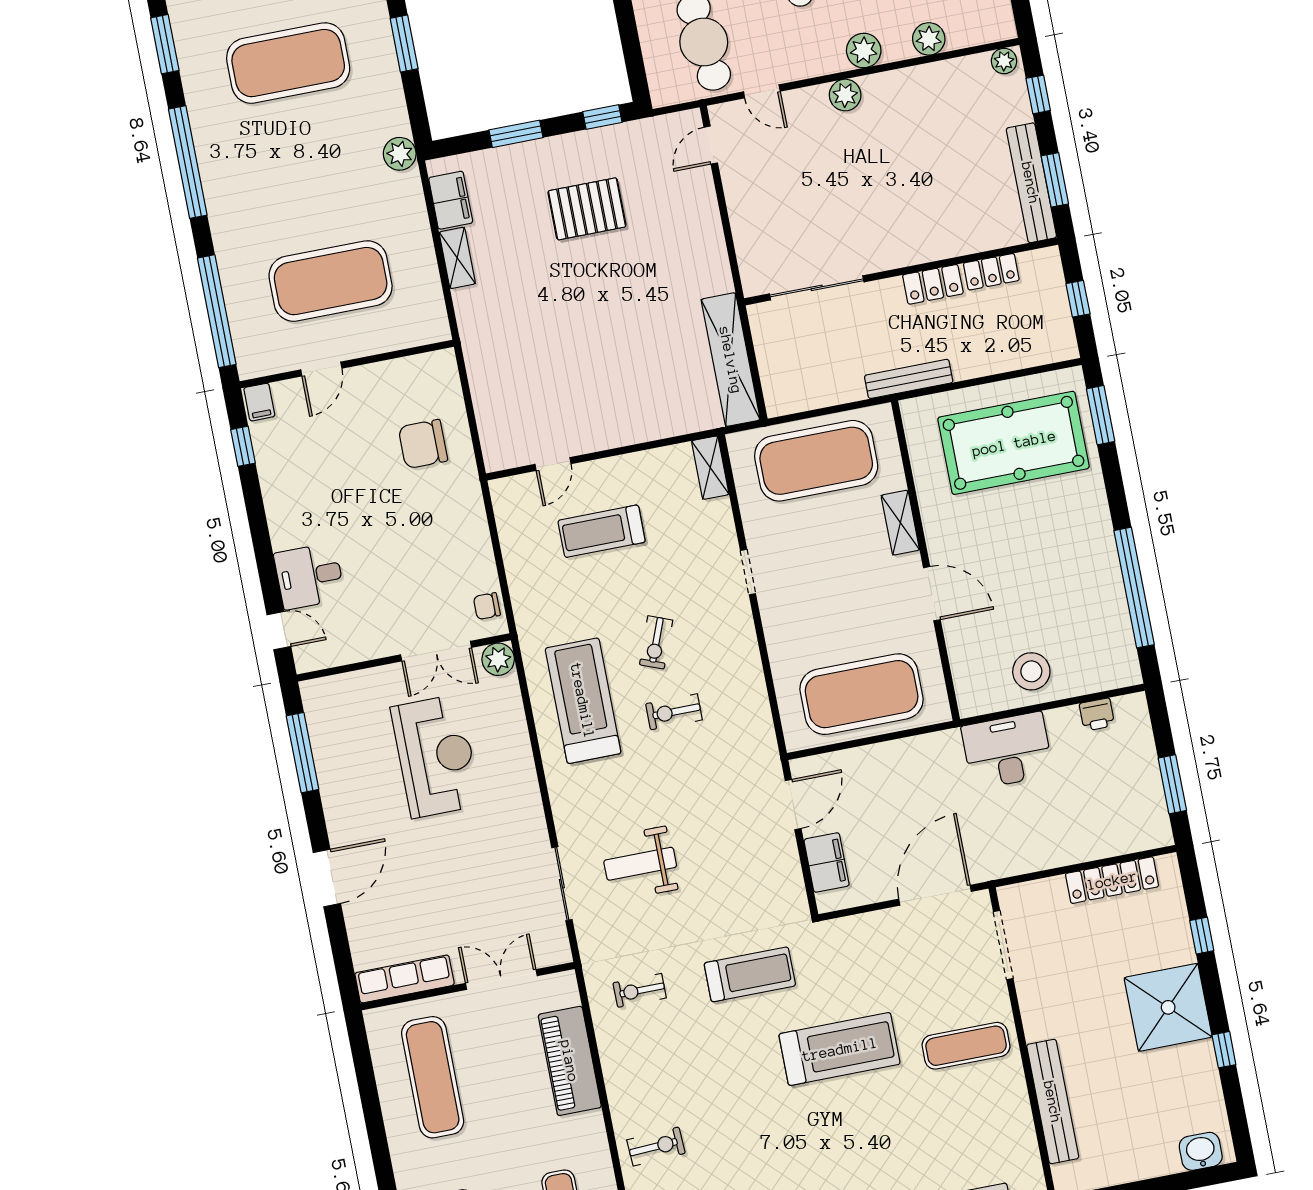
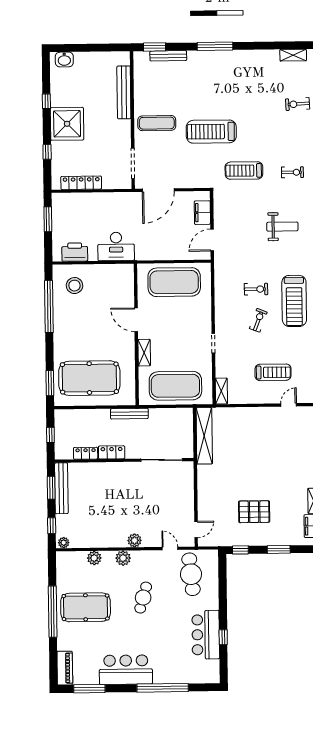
stool: (1031, 671) -> (74, 286), moved
printer: (1097, 714) -> (75, 252), width x1.87, depth x1.48

